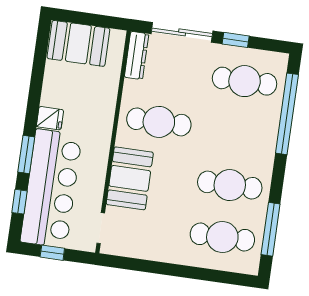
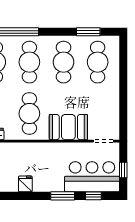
fridge: (50, 118) -> (25, 184), moved
cafe table: (237, 133) -> (29, 62), added
bar counter: (51, 188) -> (92, 177), width x0.73
window: (271, 229) -> (88, 32), width x0.69

